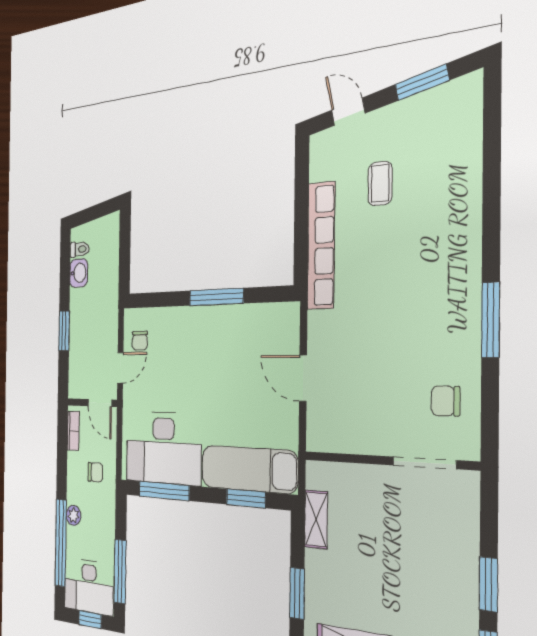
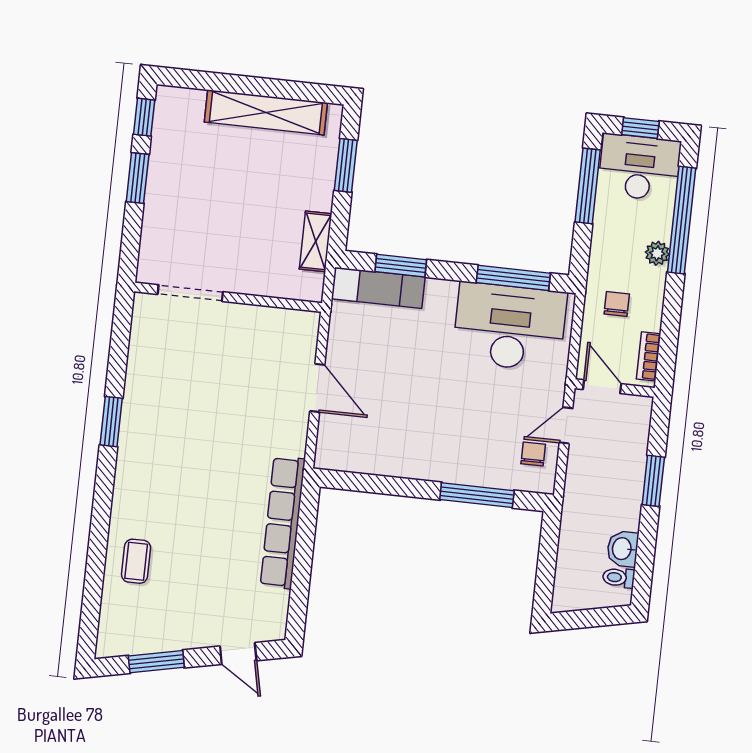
coffee table: (380, 183) -> (136, 561), moved
window: (216, 297) -> (477, 495), moved
window: (491, 320) -> (111, 422), width x0.69
chair: (445, 401) -> (163, 350), removed
exam couch: (249, 469) -> (378, 288), width x0.73, depth x0.69
chair: (95, 472) -> (617, 304), turned 90

